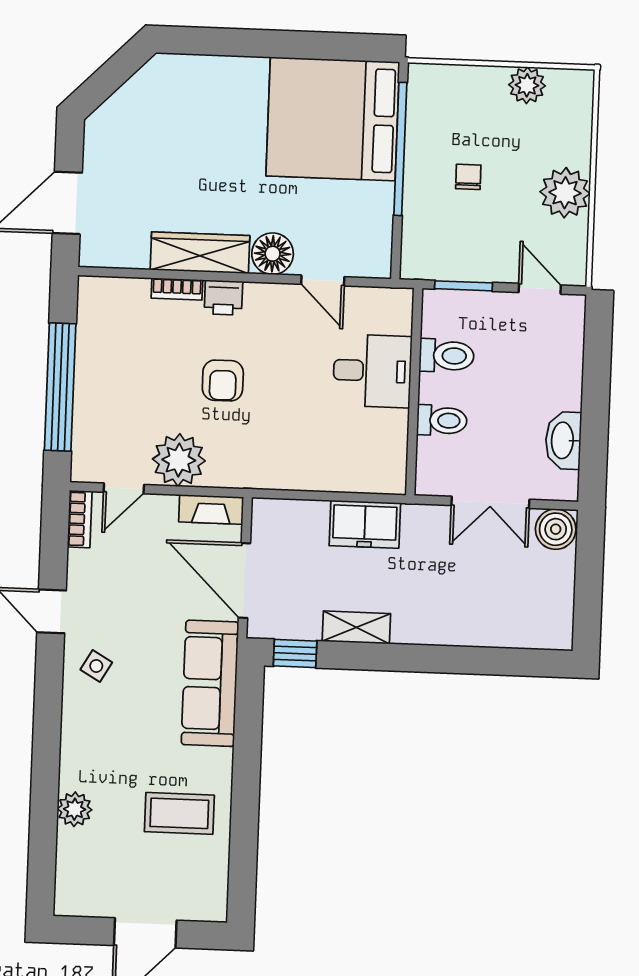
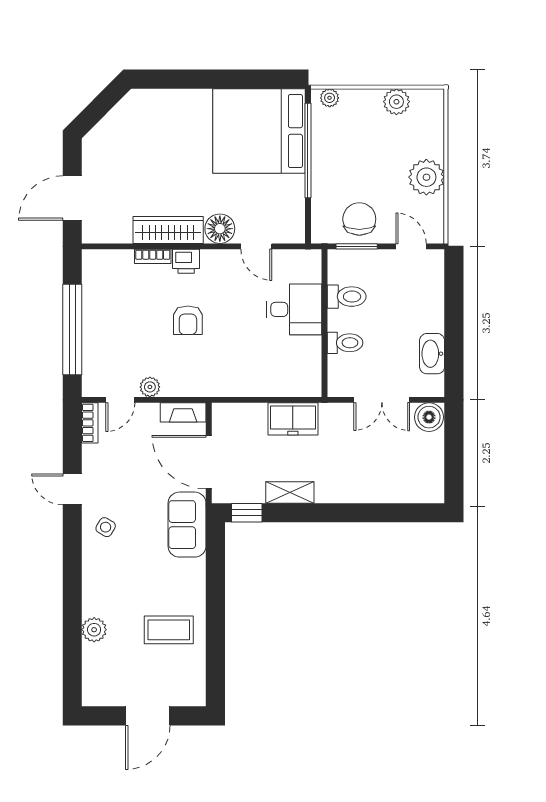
plant: (433, 76) -> (330, 98), added
chair: (468, 177) -> (359, 219), moved, width x1.87, depth x1.87
plant: (179, 460) -> (150, 387), width x0.53, depth x0.53
sofa: (210, 683) -> (187, 525), width x0.73

